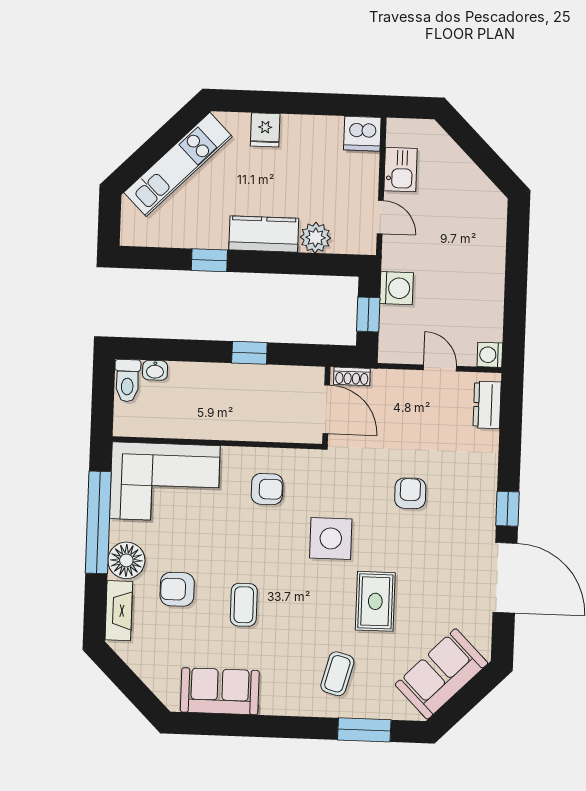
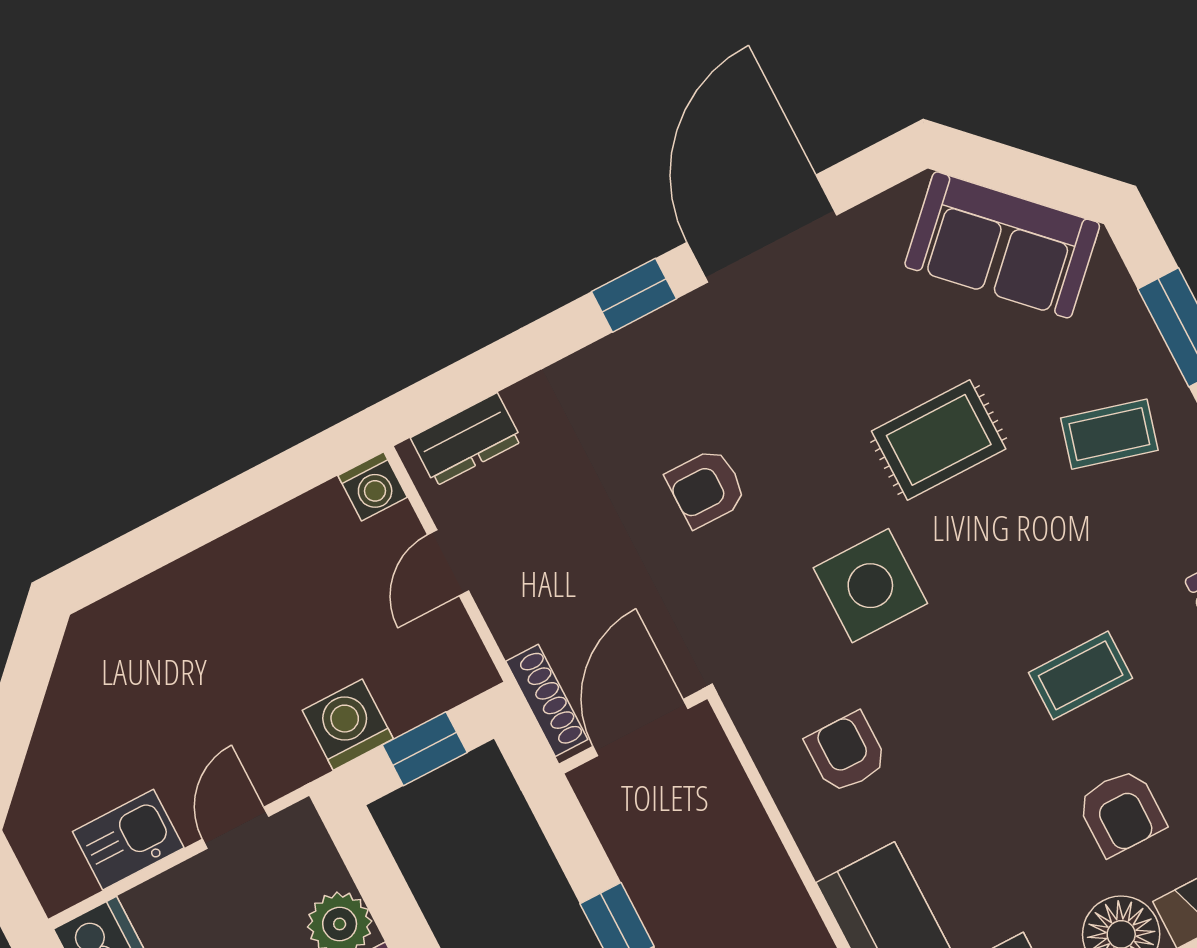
shoe rack: (352, 376) -> (547, 700), width x1.43

